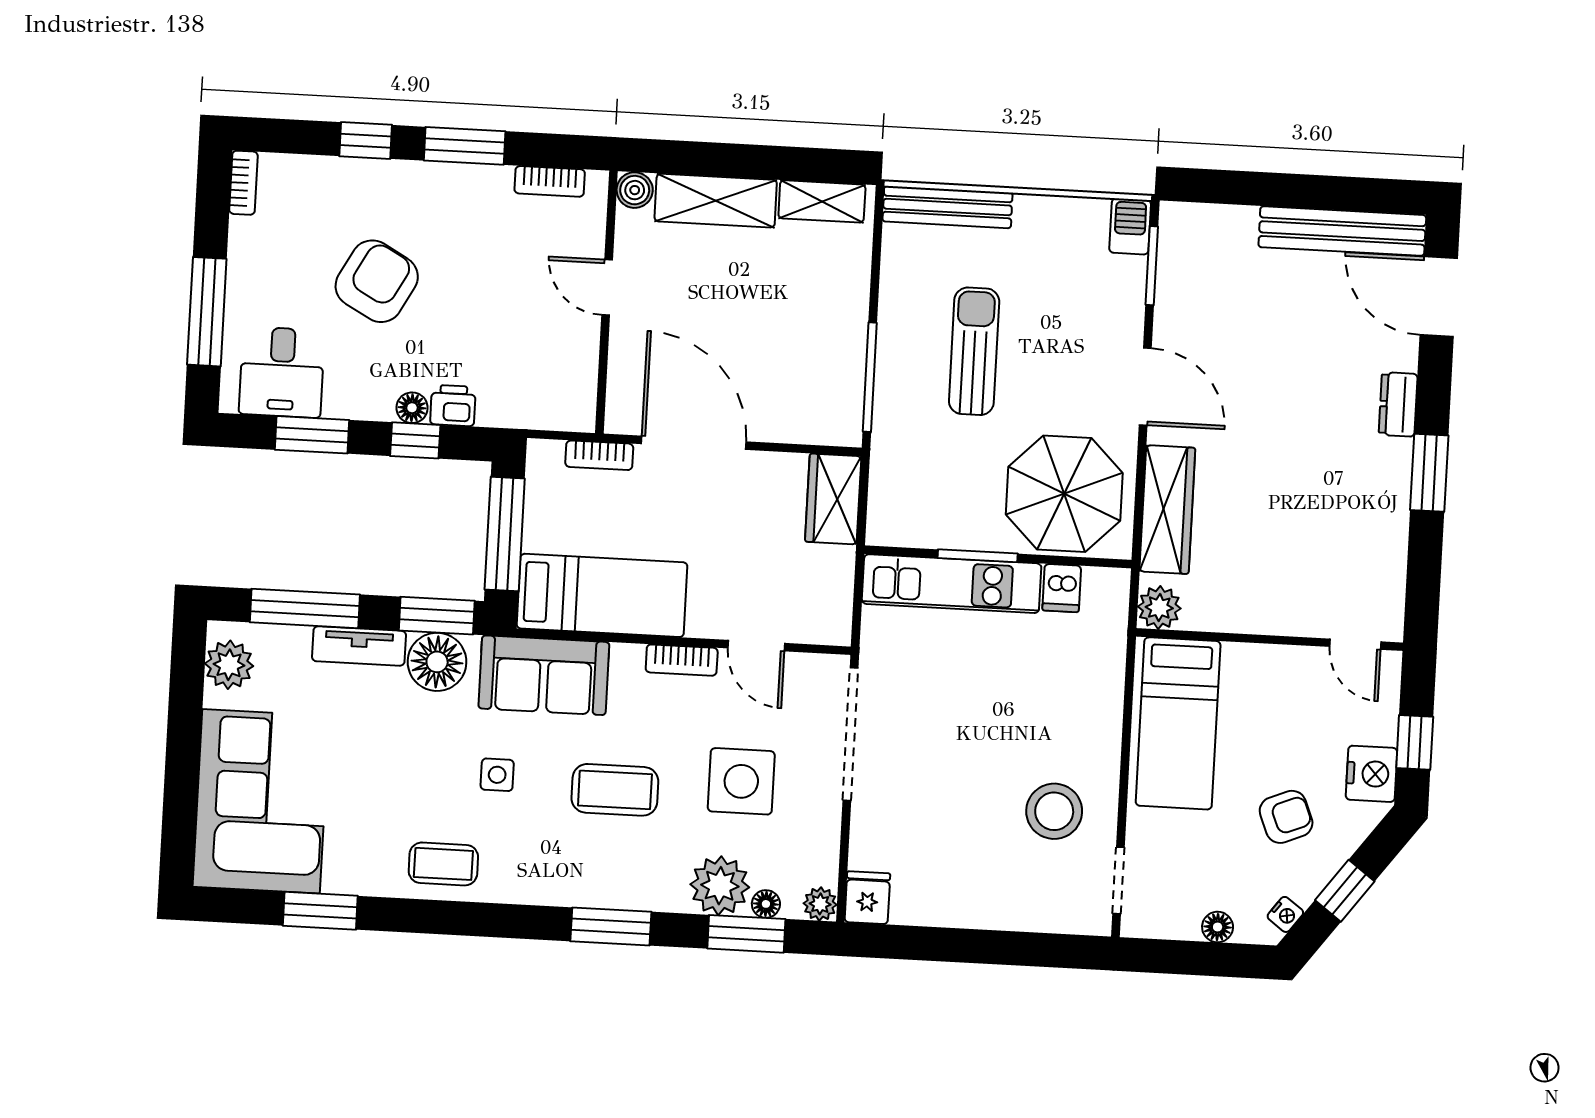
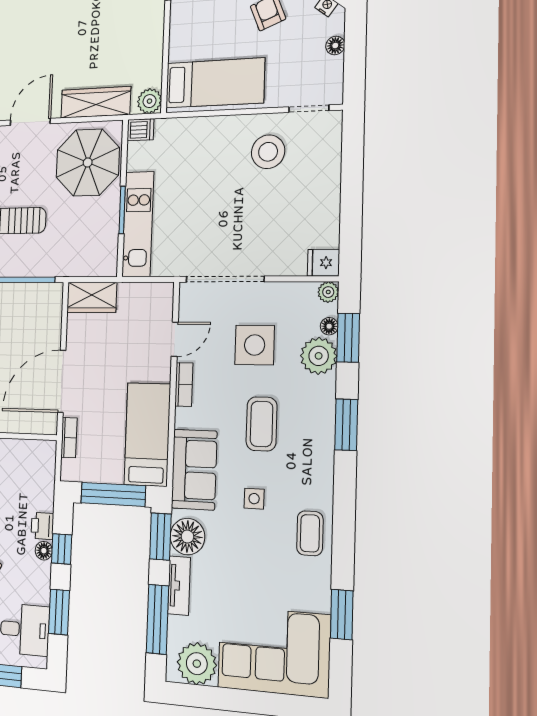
dishwasher: (1062, 588) -> (141, 130), moved
plant: (229, 665) -> (197, 664), width x1.36, depth x1.36

